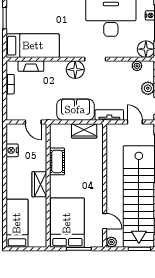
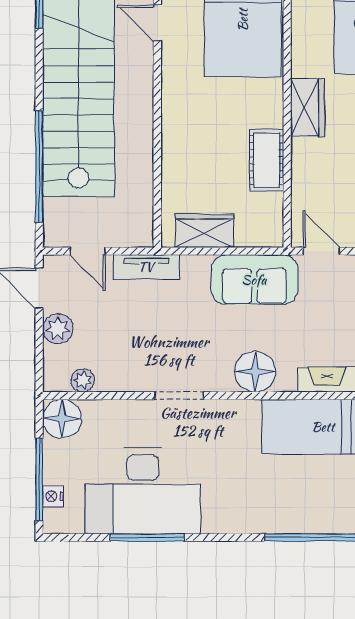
floor lamp: (75, 70) -> (255, 372), moved
sofa: (75, 110) -> (254, 280), moved

